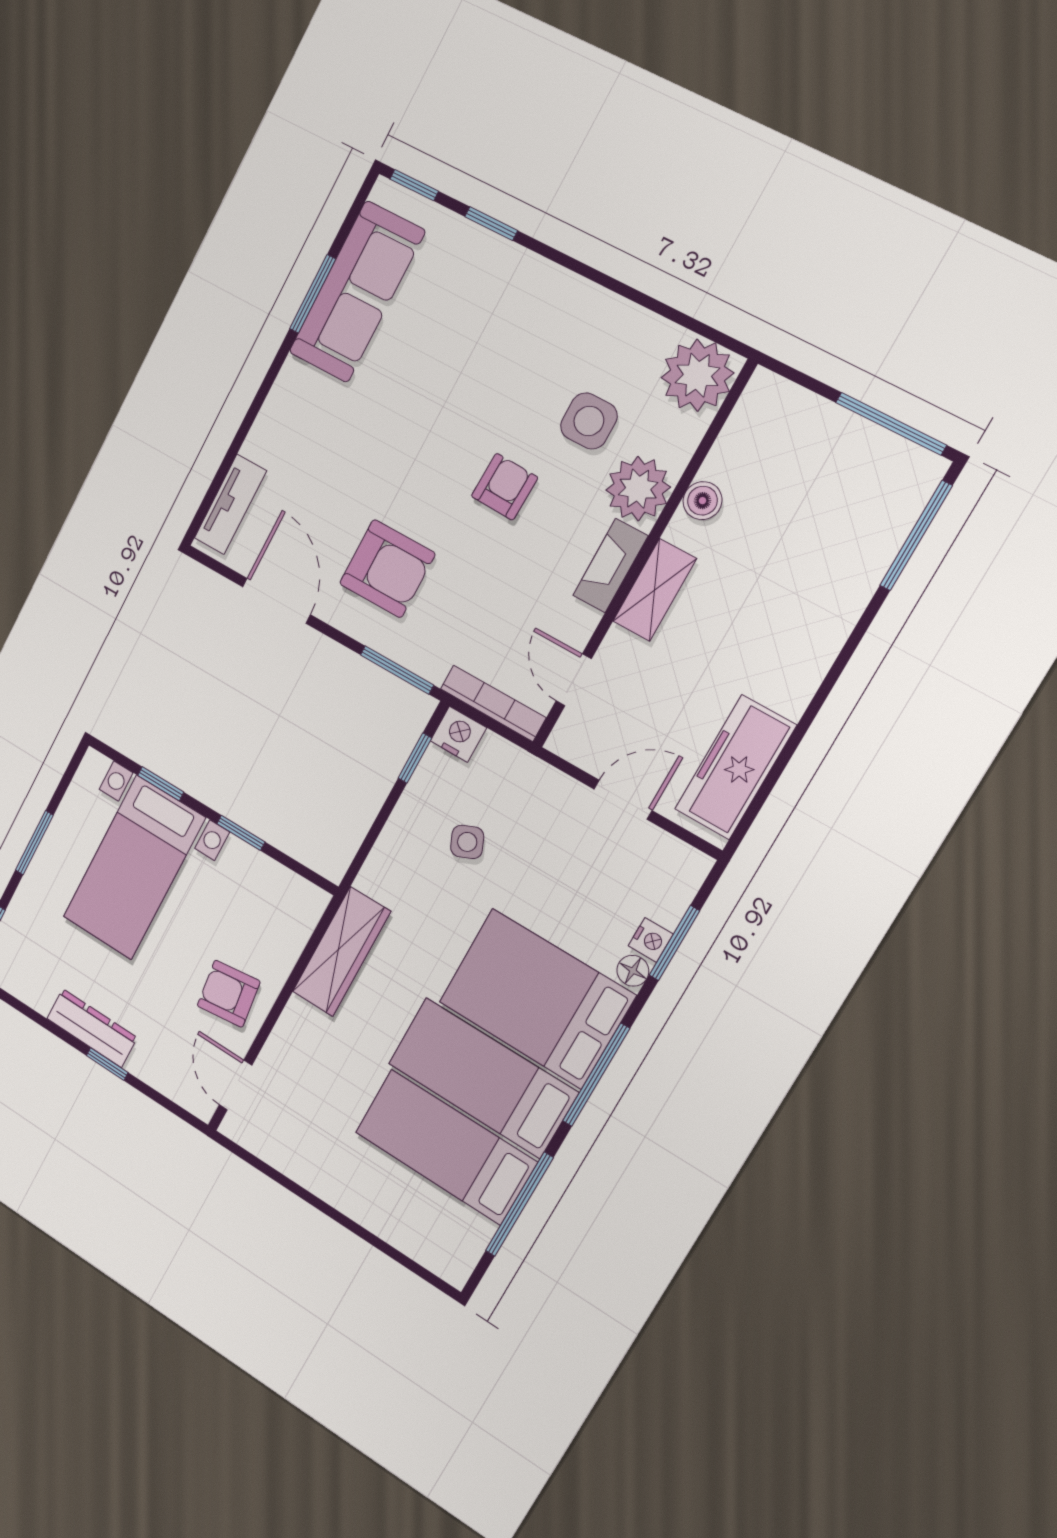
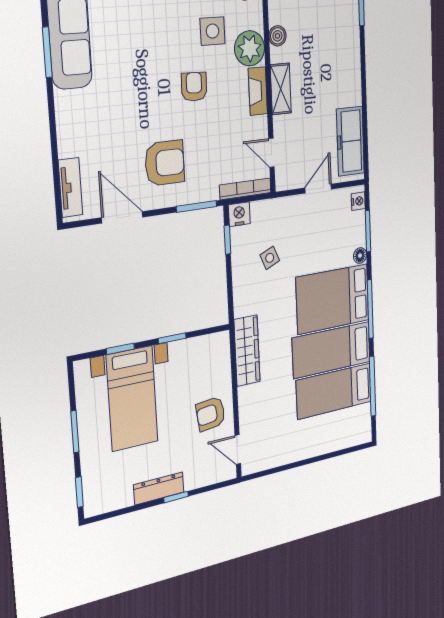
nightstand: (651, 940) -> (358, 201), moved

